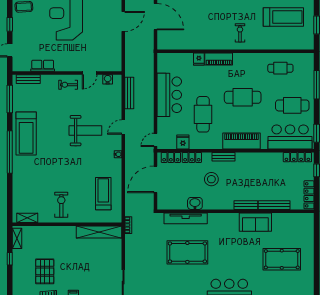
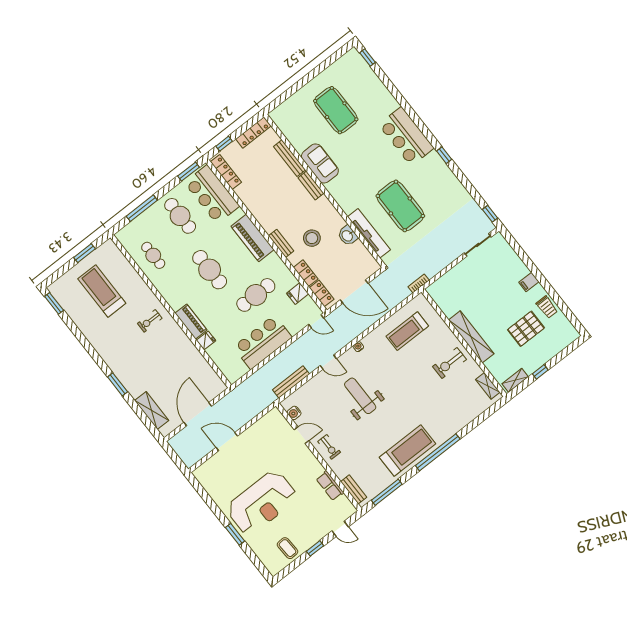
shelving: (99, 232) -> (471, 337), moved

